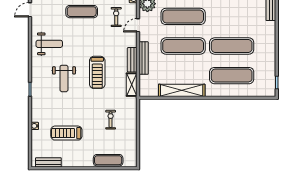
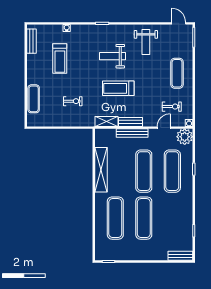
door: (138, 25) -> (164, 128), hinge flipped
treadmill: (66, 133) -> (60, 59), turned 180

